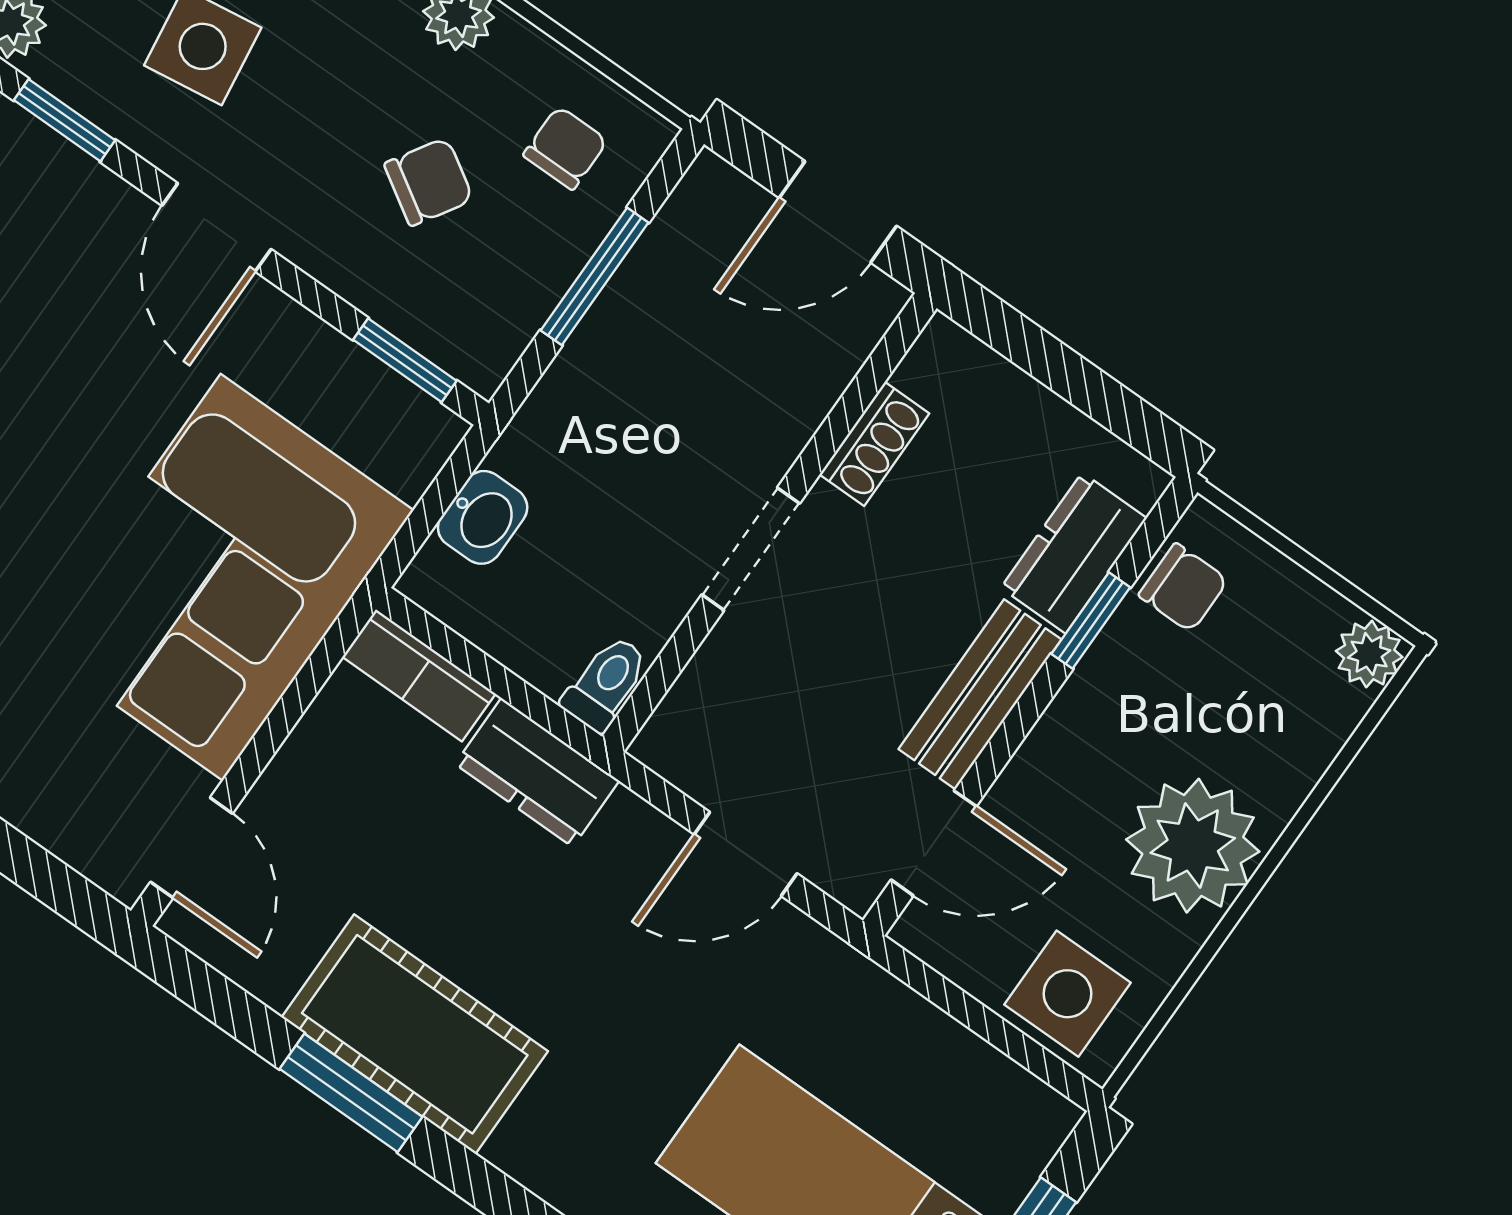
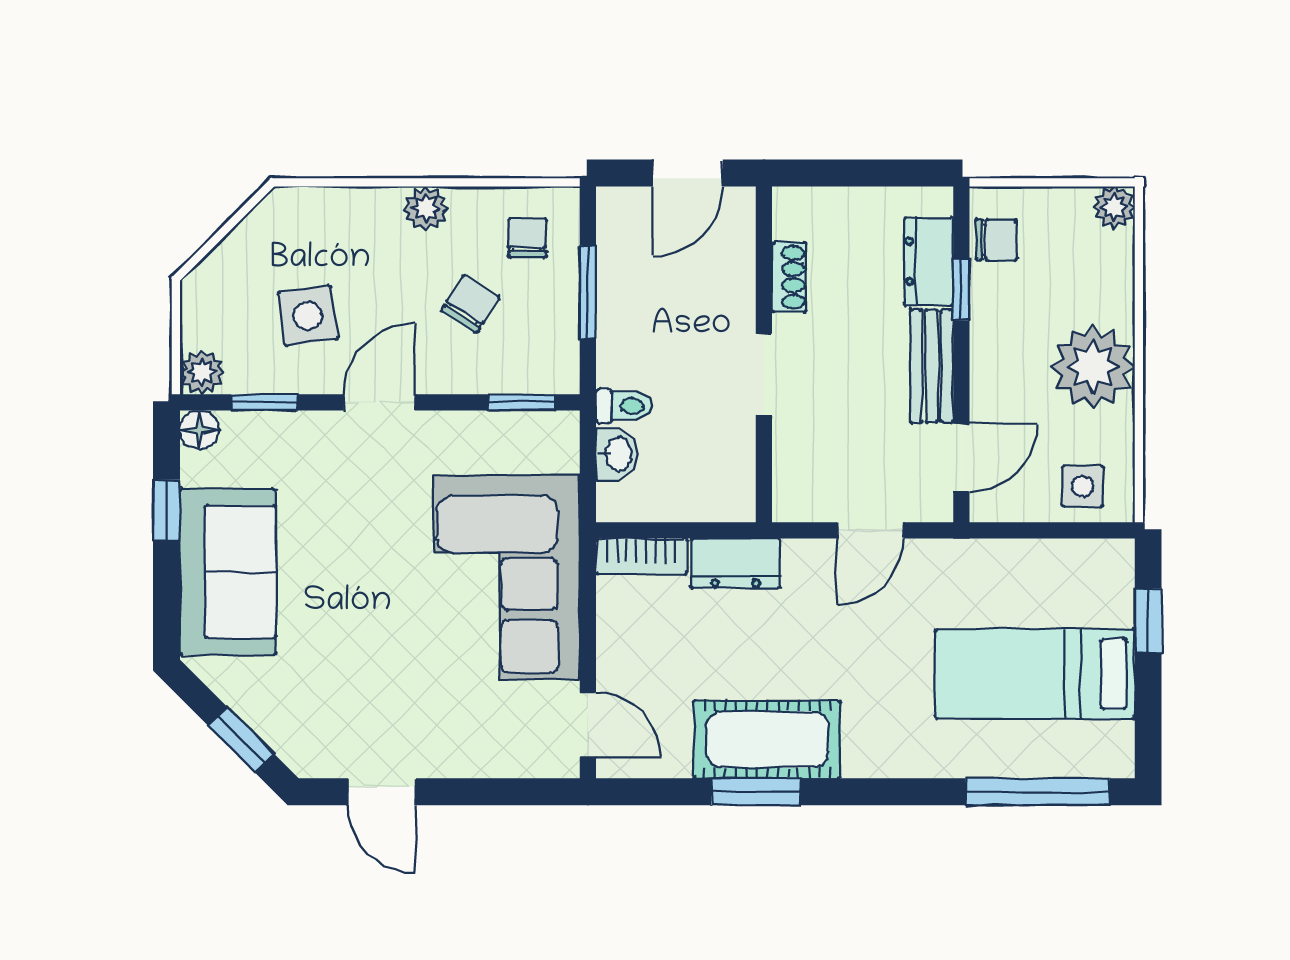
door: (216, 227) -> (379, 402), swing flipped
toilet: (606, 683) -> (624, 406), moved, turned 90
side table: (1067, 994) -> (1083, 486), width x0.73, depth x0.73

